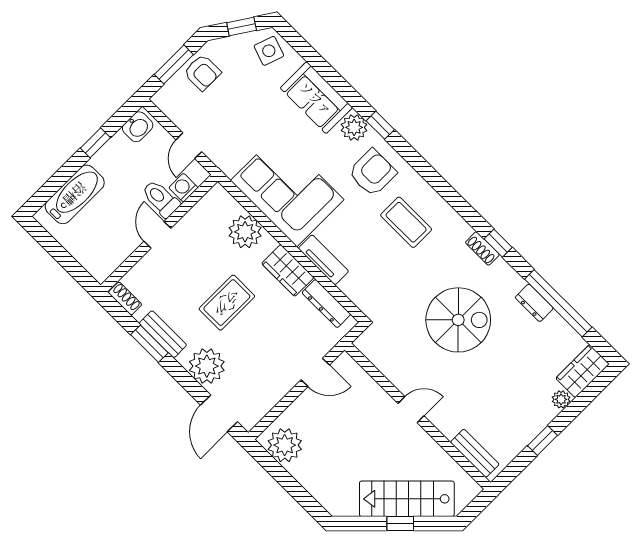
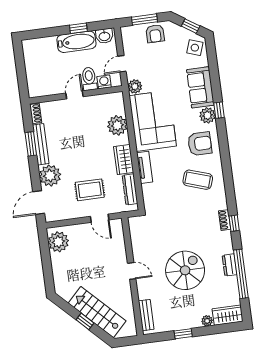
window: (380, 125) -> (219, 110), moved
plant: (229, 163) -> (135, 86), added
bathtub: (75, 194) -> (76, 42), moved
coffee table: (406, 222) -> (198, 180), turned -72
rug: (227, 303) -> (90, 190), moved
spiral stairs: (458, 320) -> (185, 270), moved, turned -90
bench: (163, 334) -> (41, 144), width x1.36

